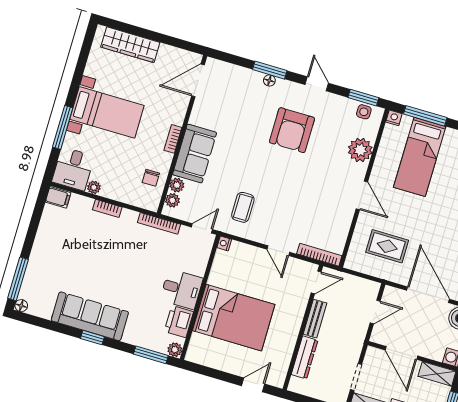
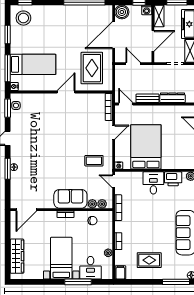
door: (198, 80) -> (26, 210), hinge flipped
armchair: (292, 130) -> (39, 145), removed
plant: (360, 150) -> (39, 101), removed
desk: (73, 169) -> (90, 268), moved, turned 90
rug: (387, 246) -> (92, 68), width x1.36, depth x1.43
rug: (64, 247) -> (149, 260), added
bed: (234, 318) -> (146, 147), moved

